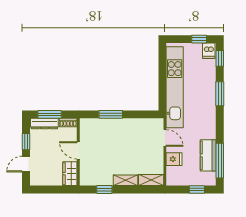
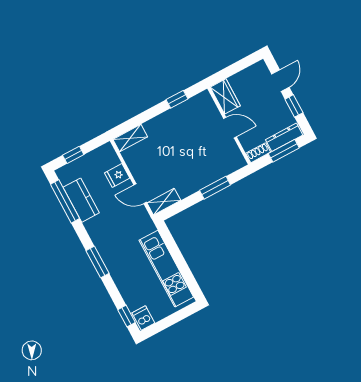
window: (199, 39) -> (161, 325), removed
kitchen unit: (175, 87) -> (166, 269), width x0.73
window: (220, 94) -> (97, 262), moved
shelving: (125, 180) -> (164, 202), moved

